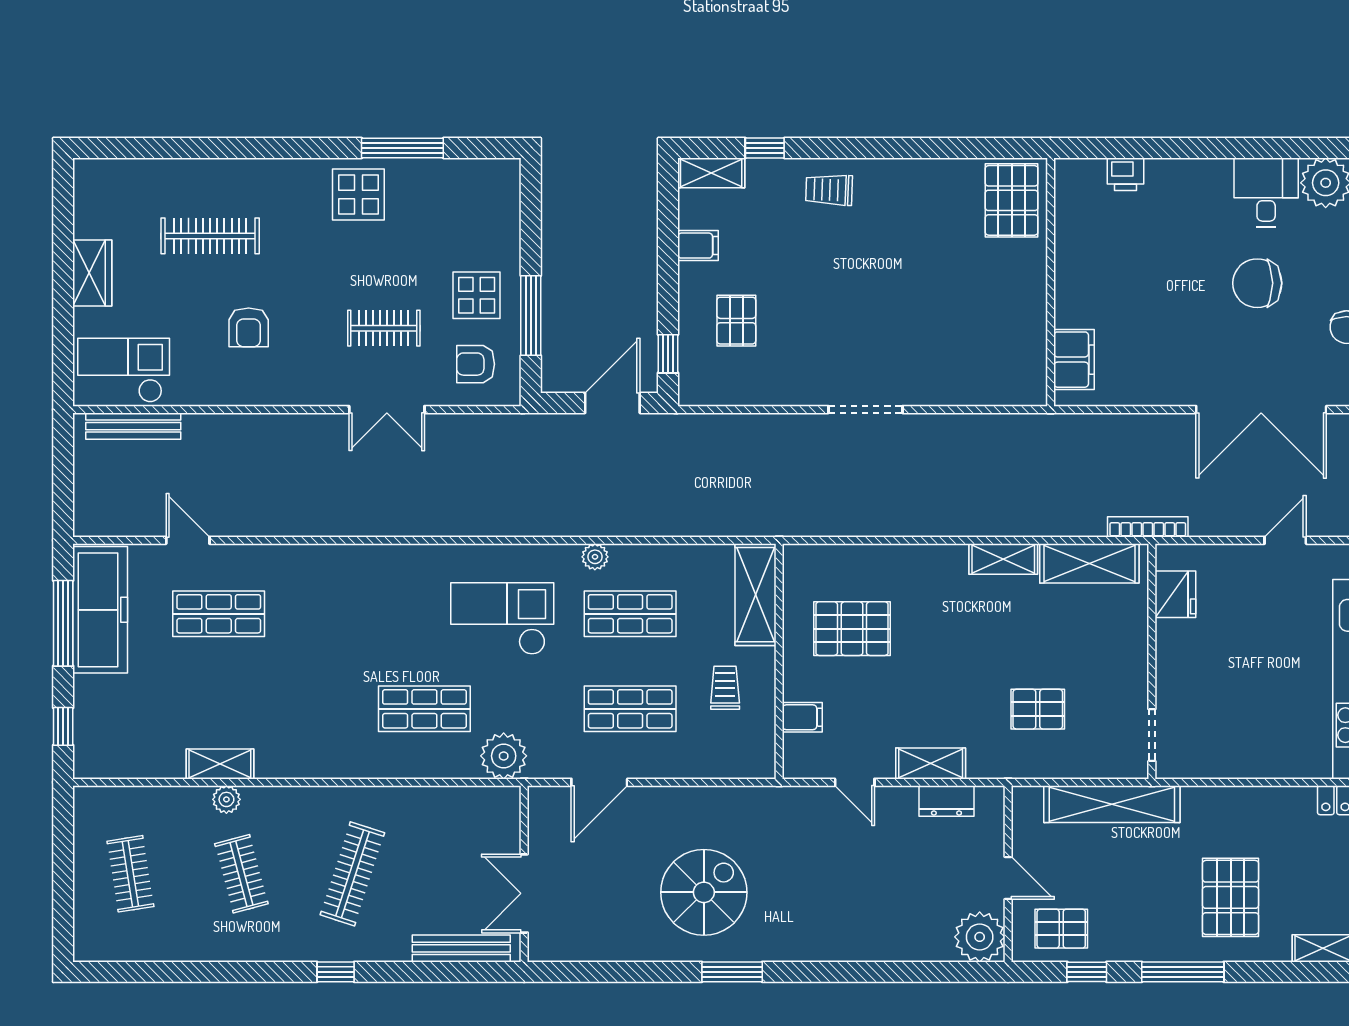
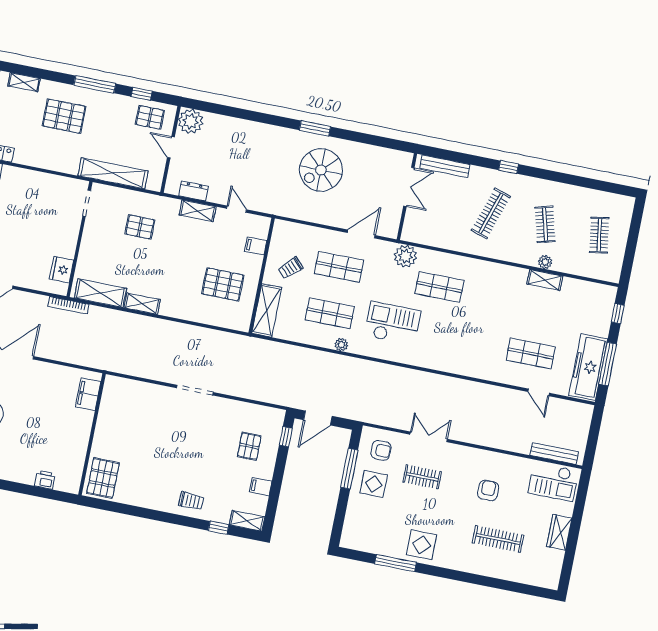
checkout: (502, 619) -> (393, 323), turned 180
trolley: (725, 688) -> (291, 268), turned 46
pallet: (1231, 897) -> (64, 116), turned 90

